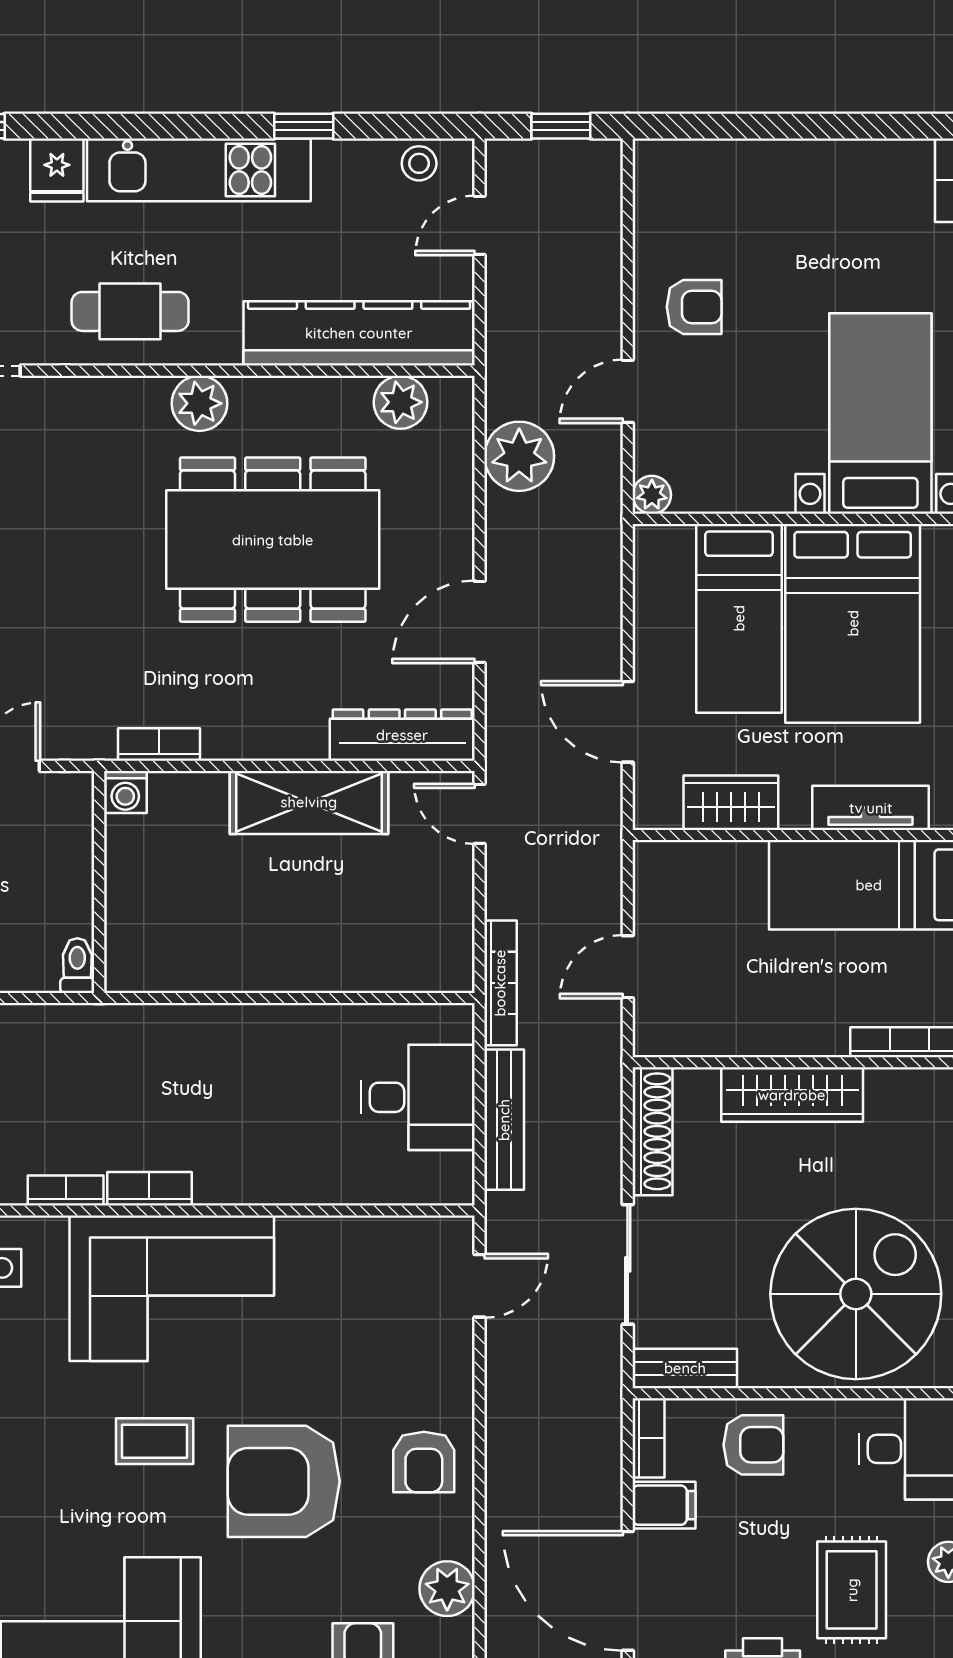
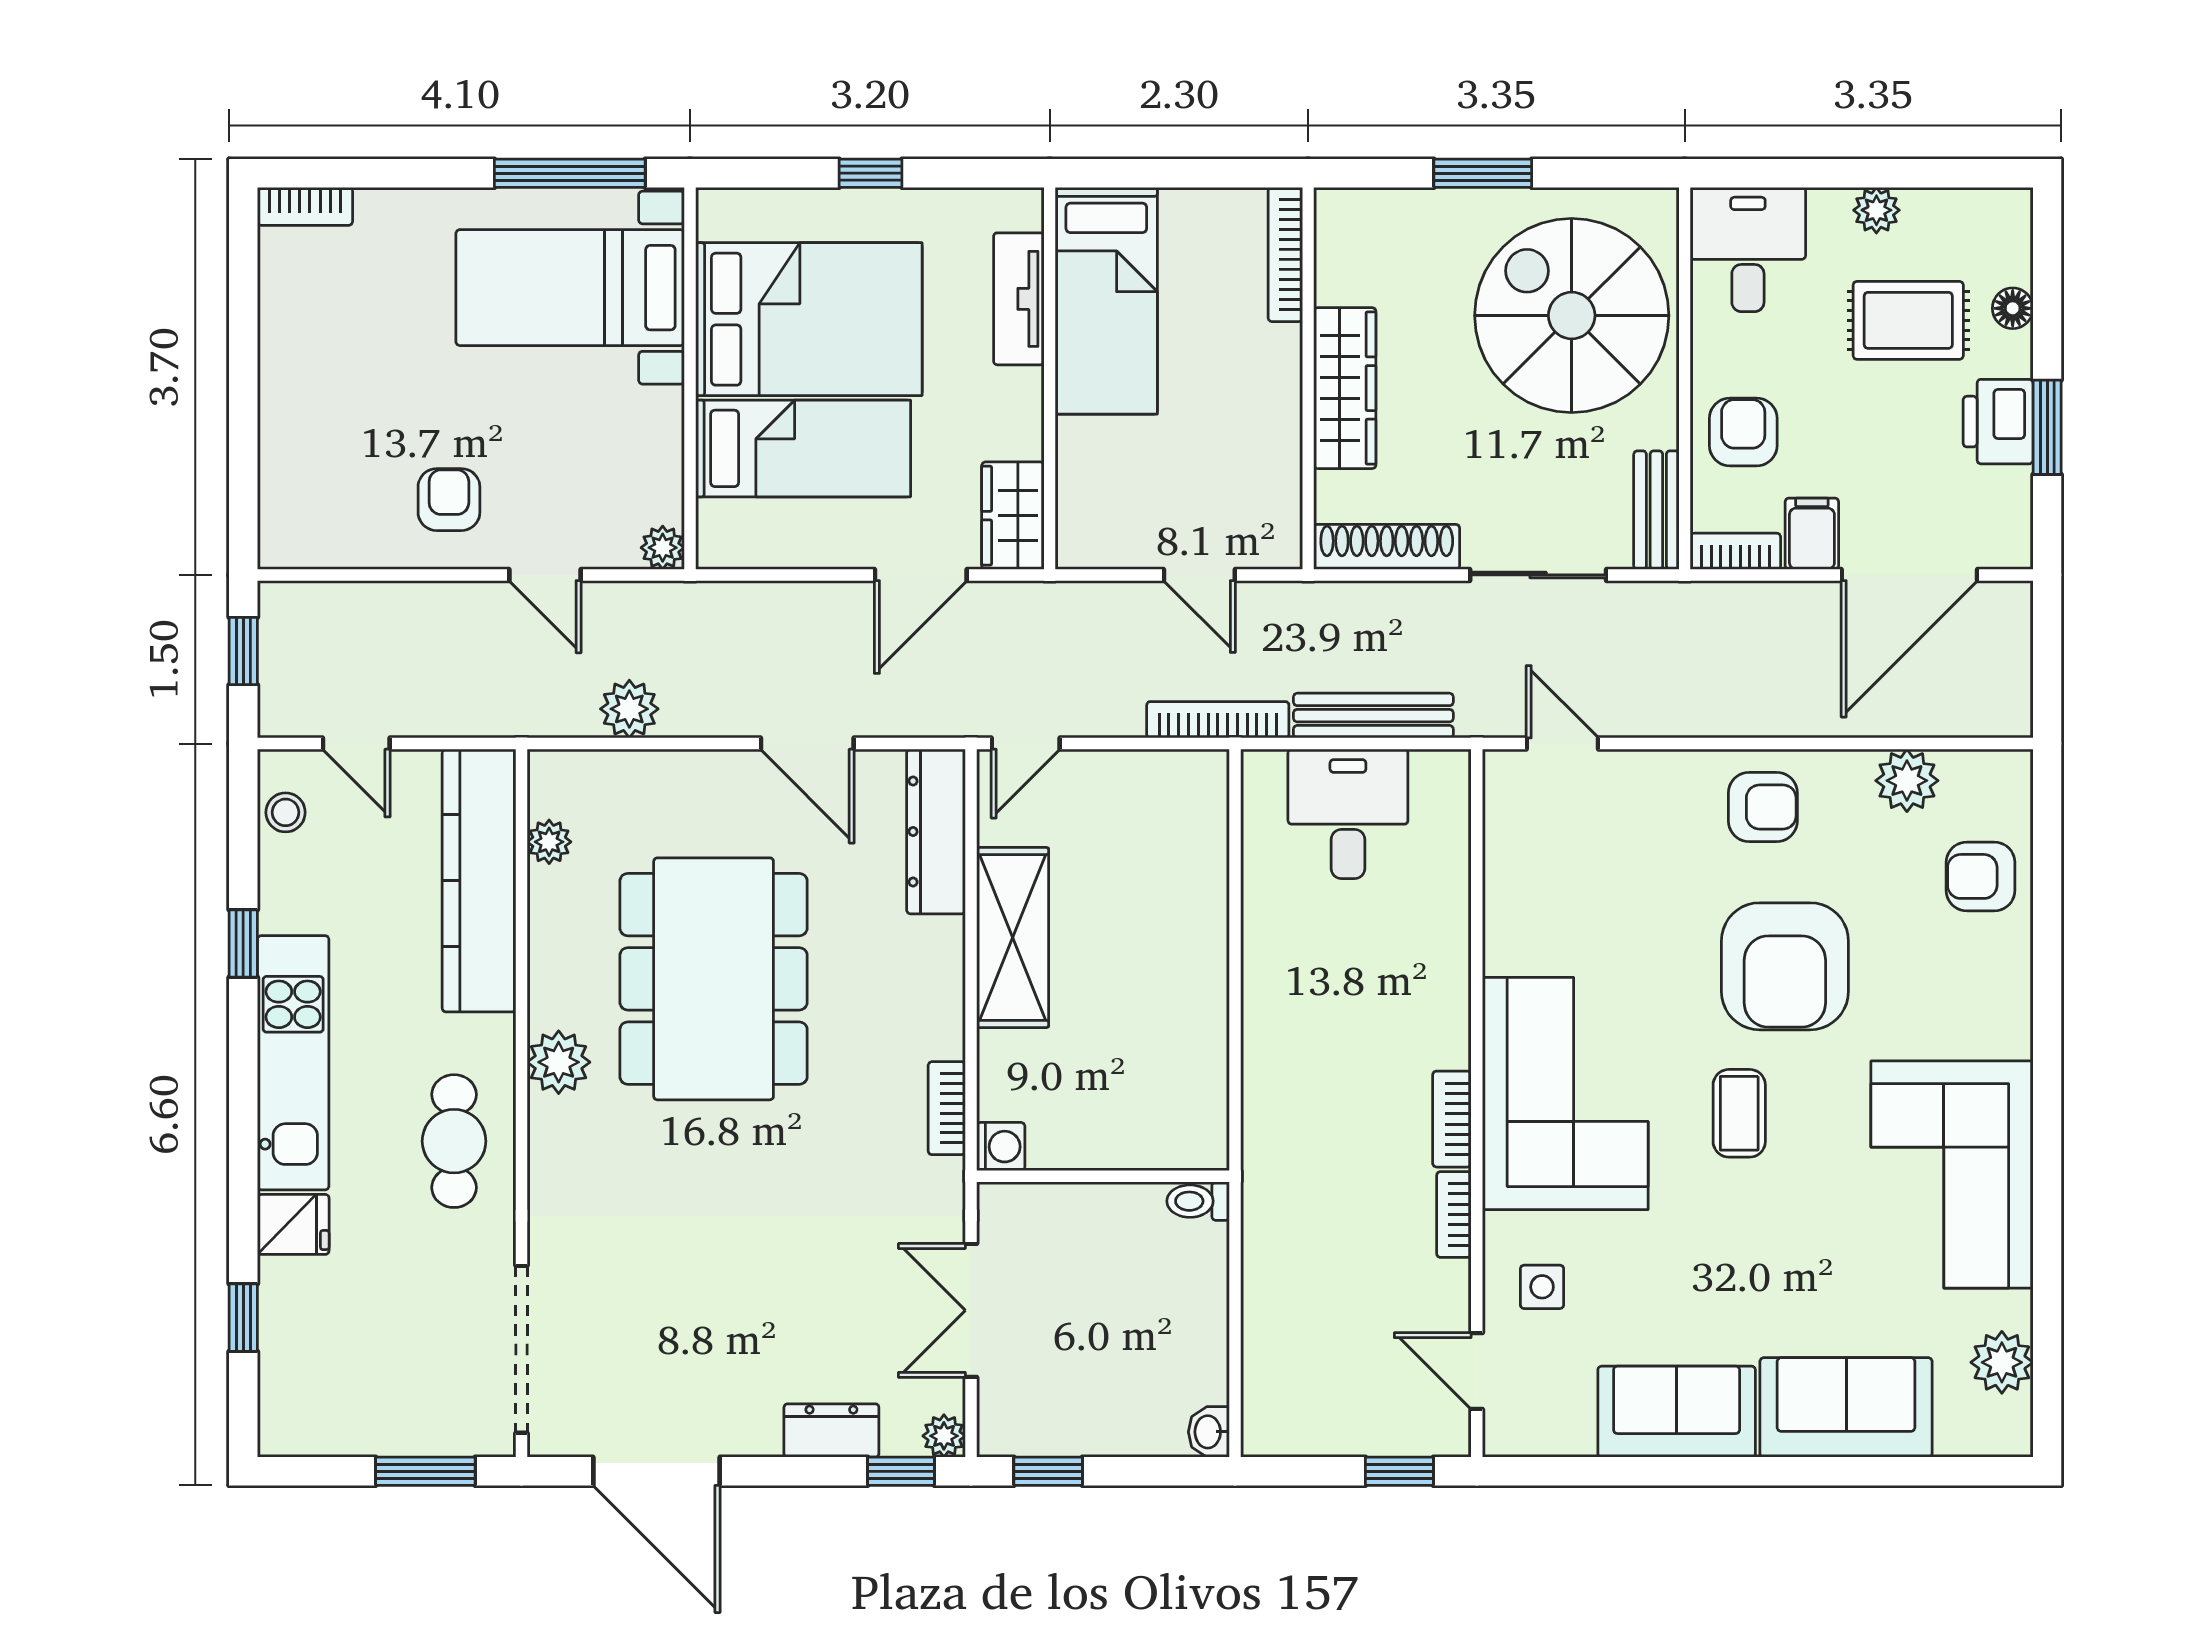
plant: (400, 402) -> (549, 842), width x0.73, depth x0.73
plant: (519, 456) -> (629, 709), width x0.73, depth x0.73
wardrobe: (731, 803) -> (1013, 516), moved

